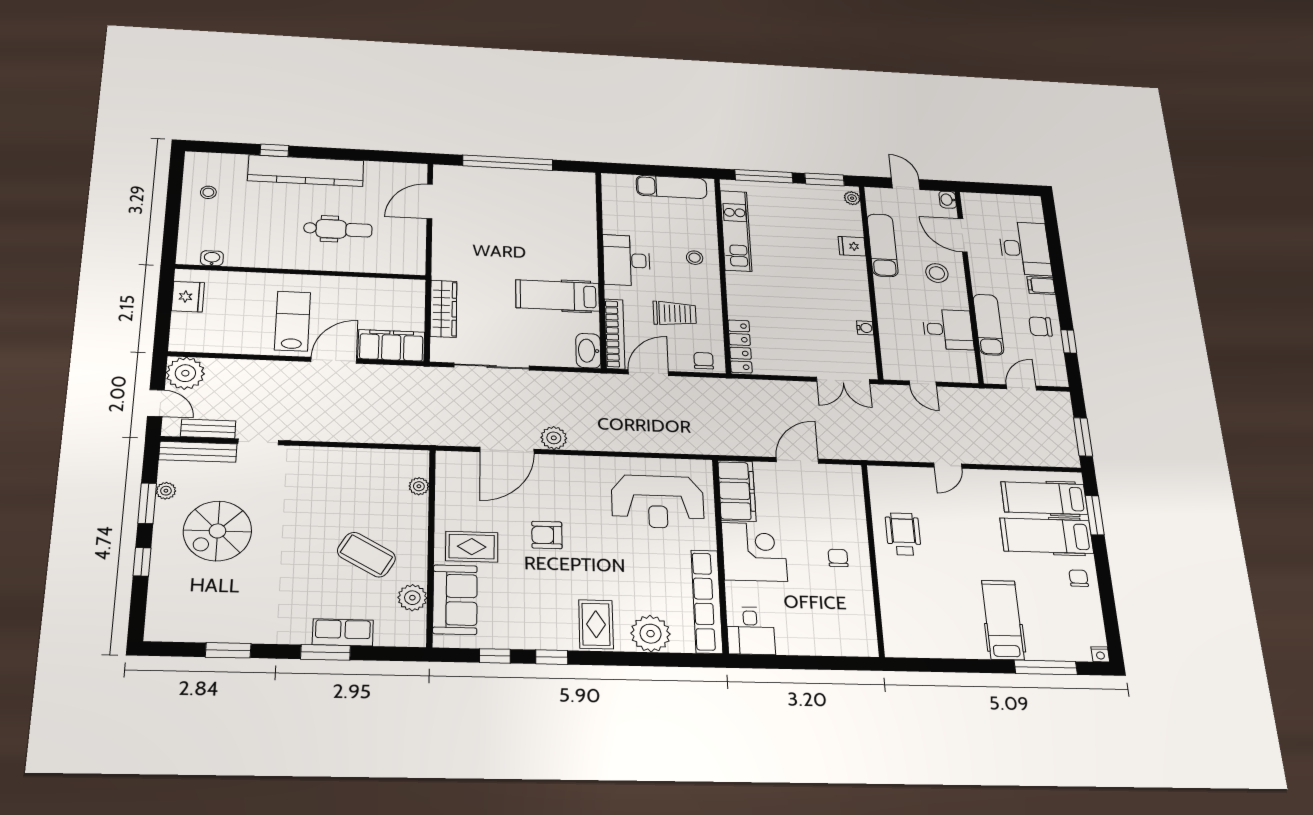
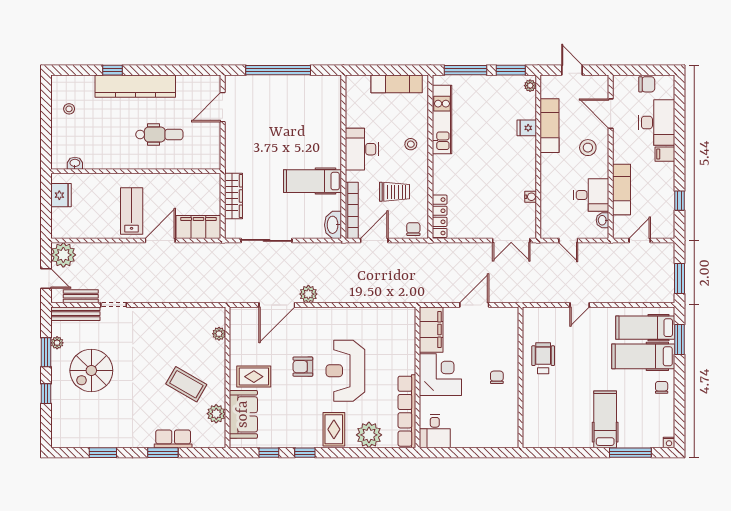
washbasin: (948, 200) -> (603, 220), moved
chair: (1041, 327) -> (647, 84), moved, turned 180
reception desk: (658, 502) -> (345, 371), moved, turned 90

